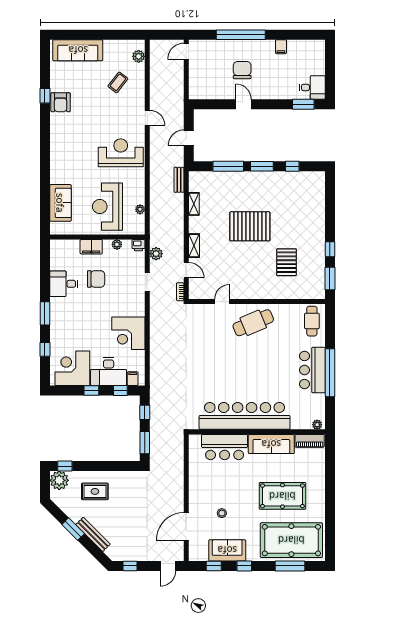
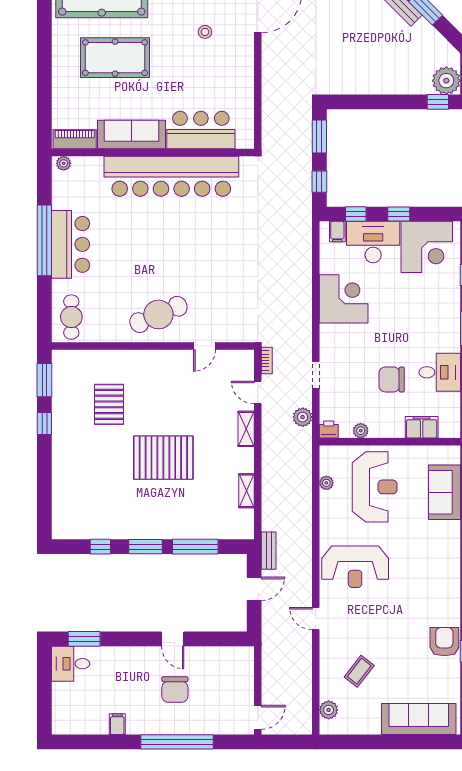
bench: (179, 180) -> (269, 551), moved
filing cabinet: (91, 247) -> (422, 427), moved
rug: (95, 491) -> (393, 64), removed

